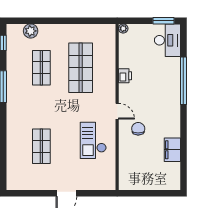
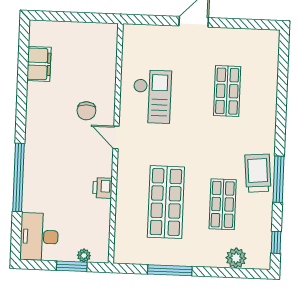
window: (76, 21) -> (170, 270), added
window: (163, 21) -> (72, 266), moved
plant: (123, 28) -> (84, 255), moved
trolley: (18, 90) -> (258, 173), added
filing cabinet: (172, 150) -> (39, 64), moved

